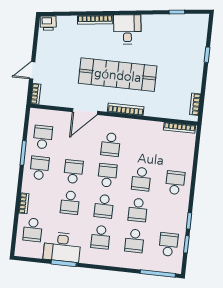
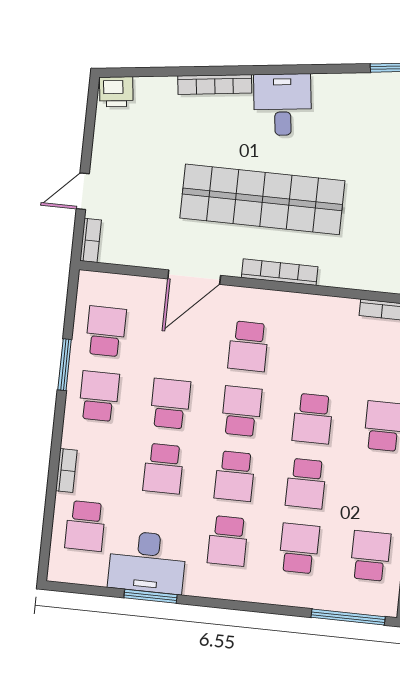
school desk: (134, 241) -> (299, 548), turned 180

